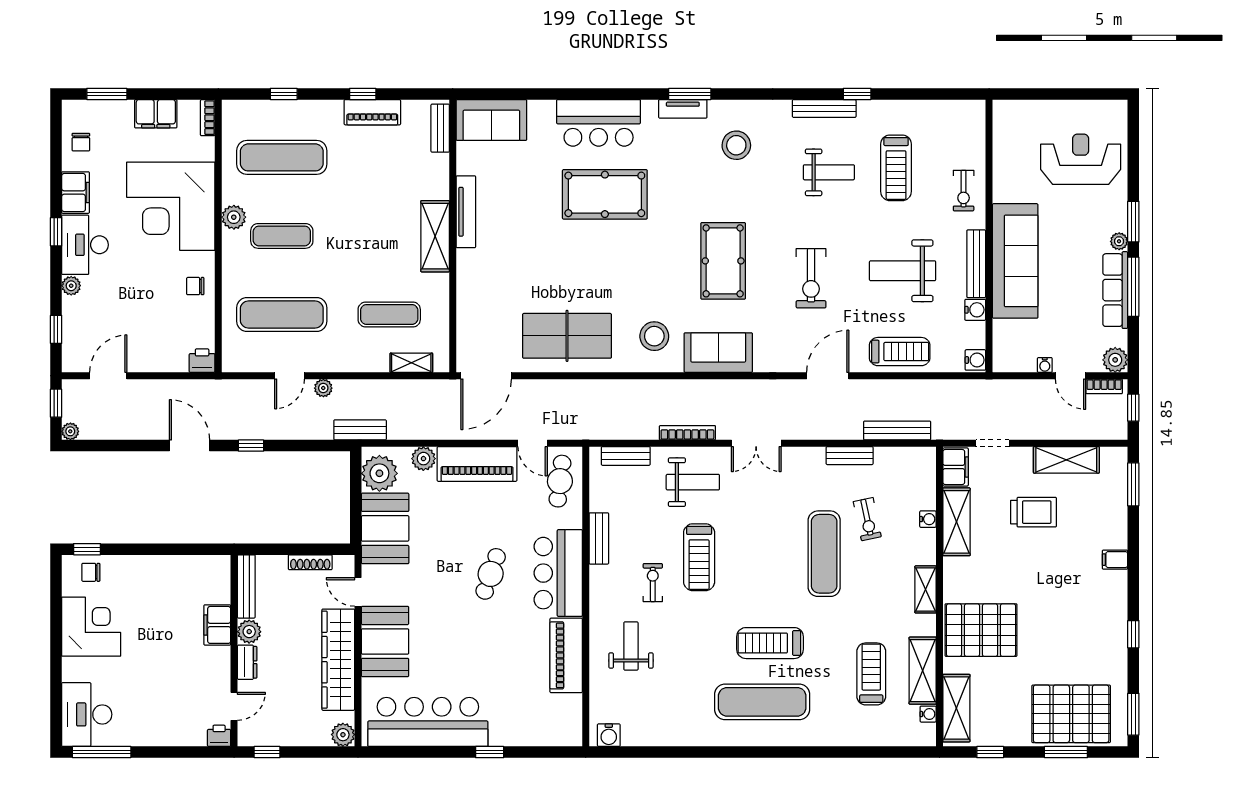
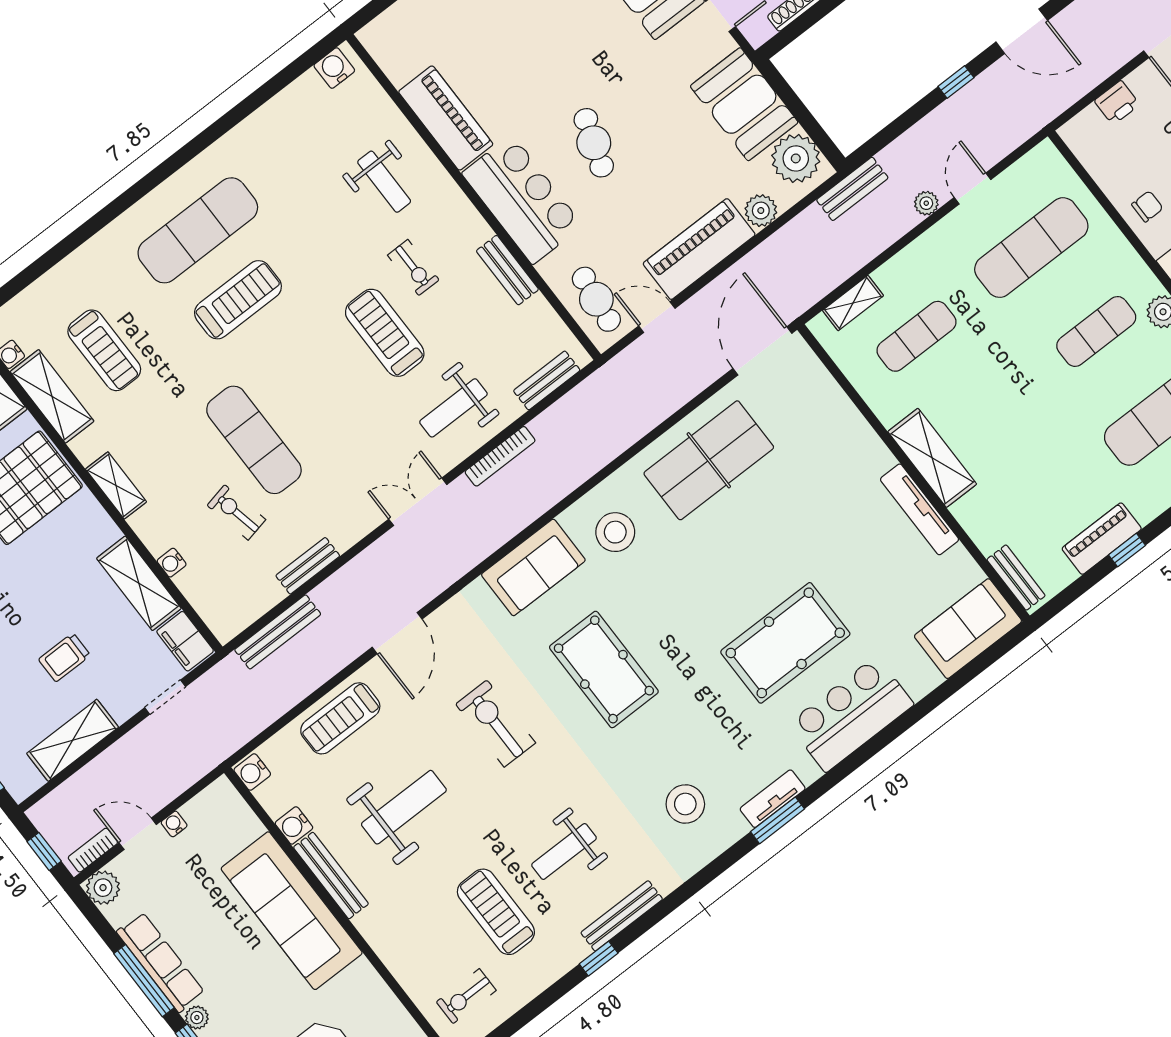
exercise bike: (964, 191) -> (466, 996), moved, turned -90
printer: (202, 361) -> (1117, 103), moved
trolley: (1034, 512) -> (64, 657), width x0.73, depth x0.72

